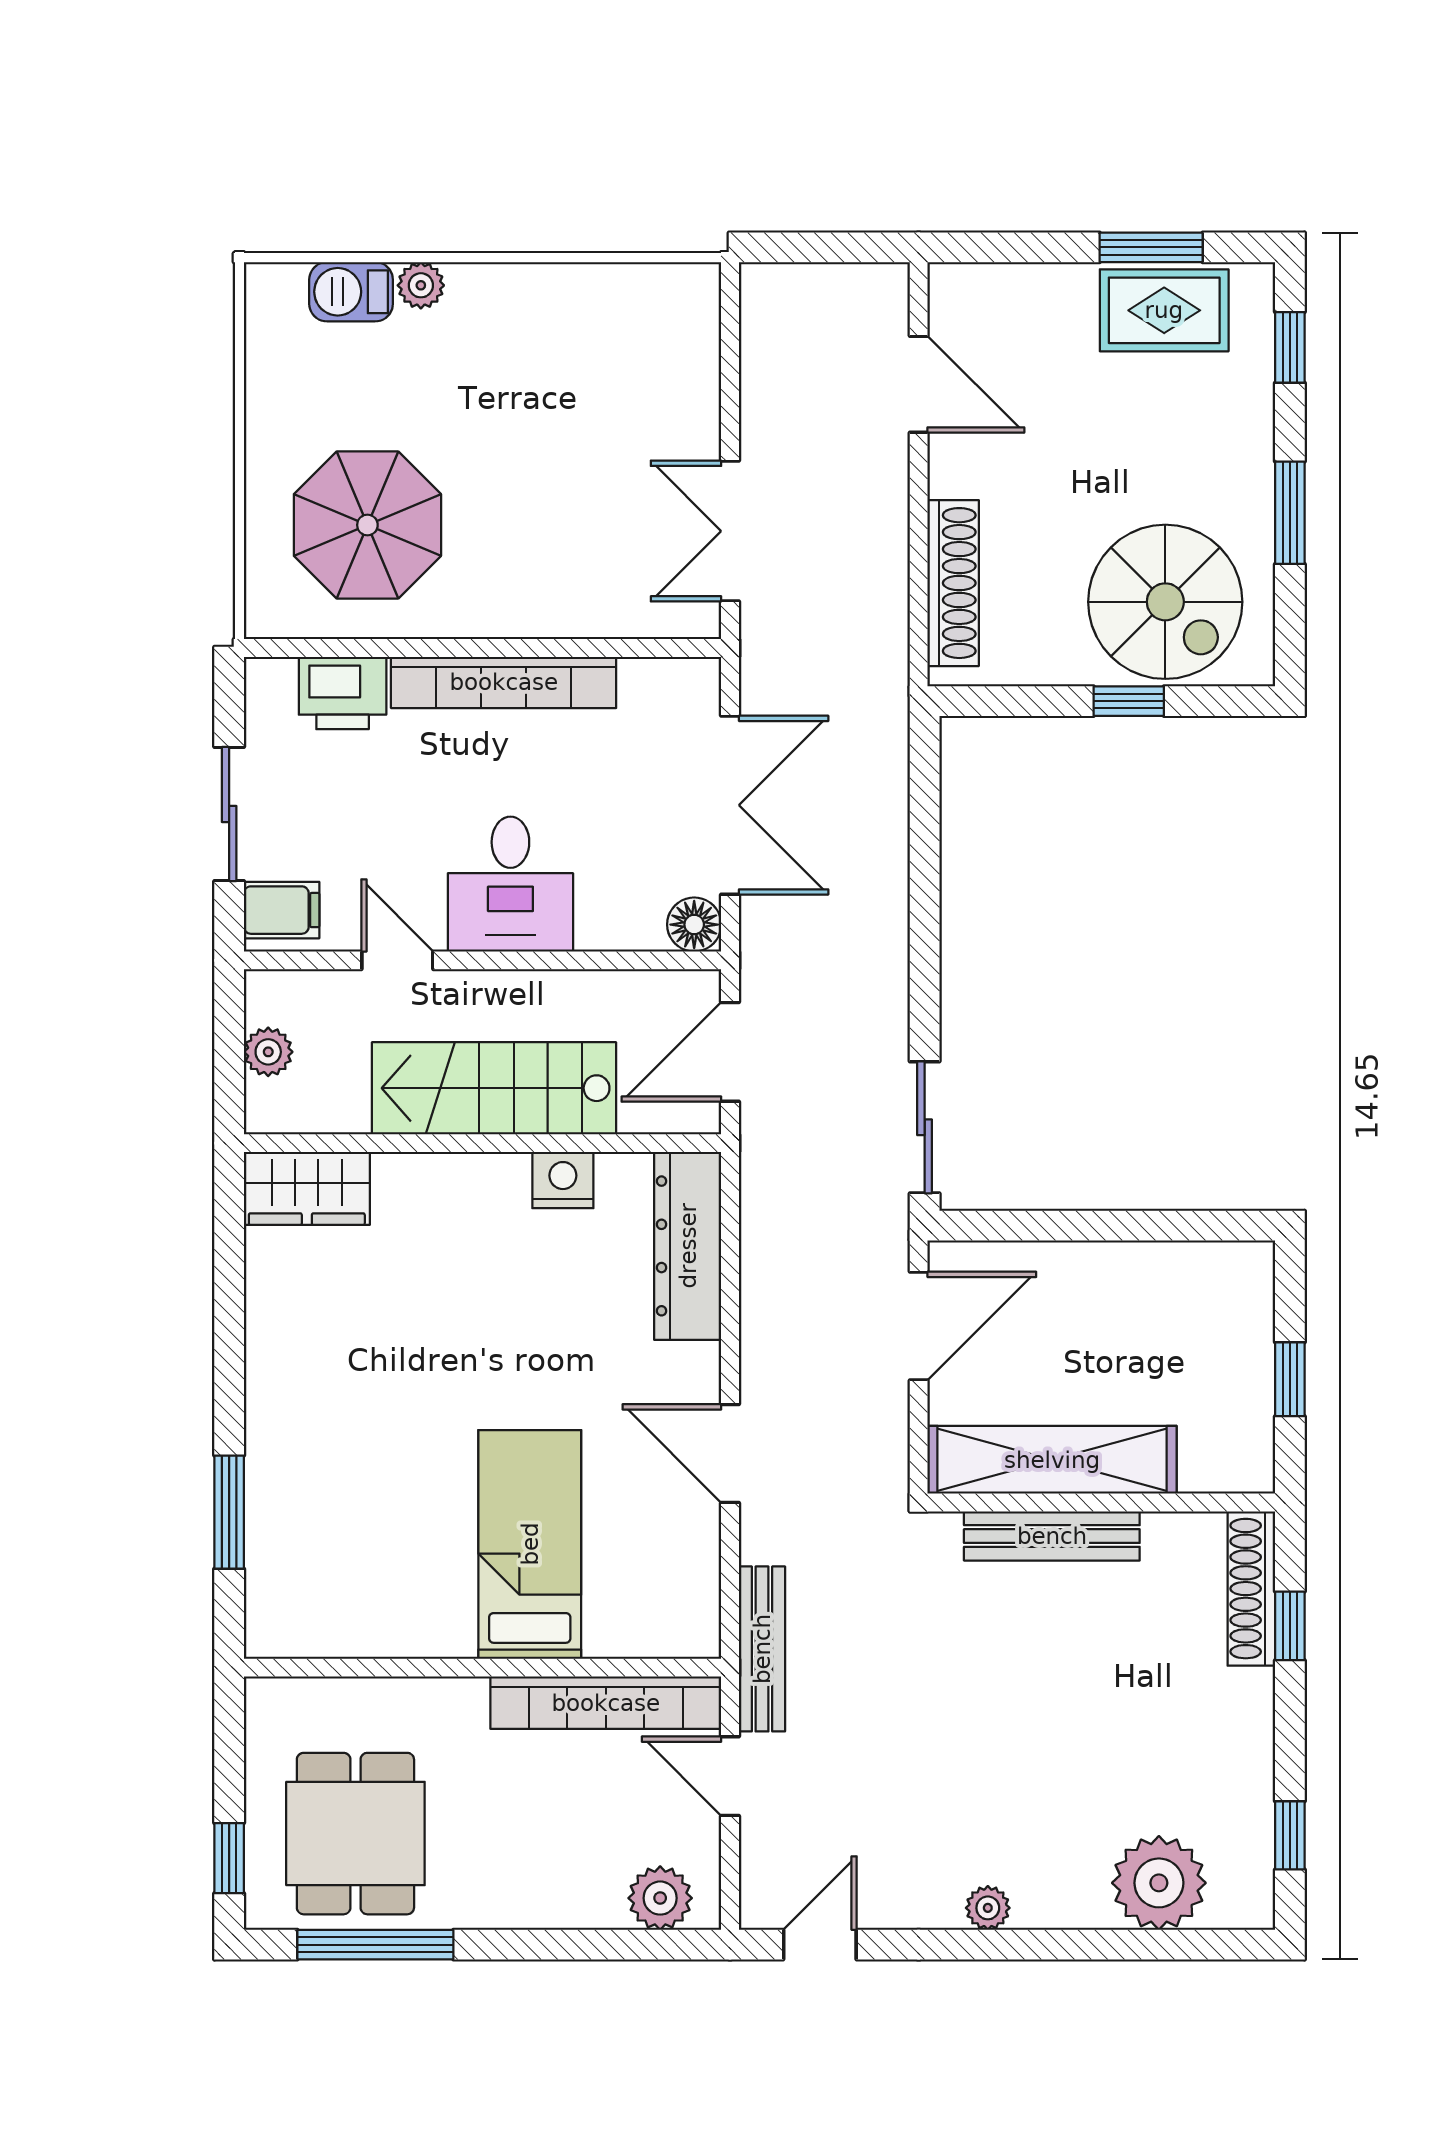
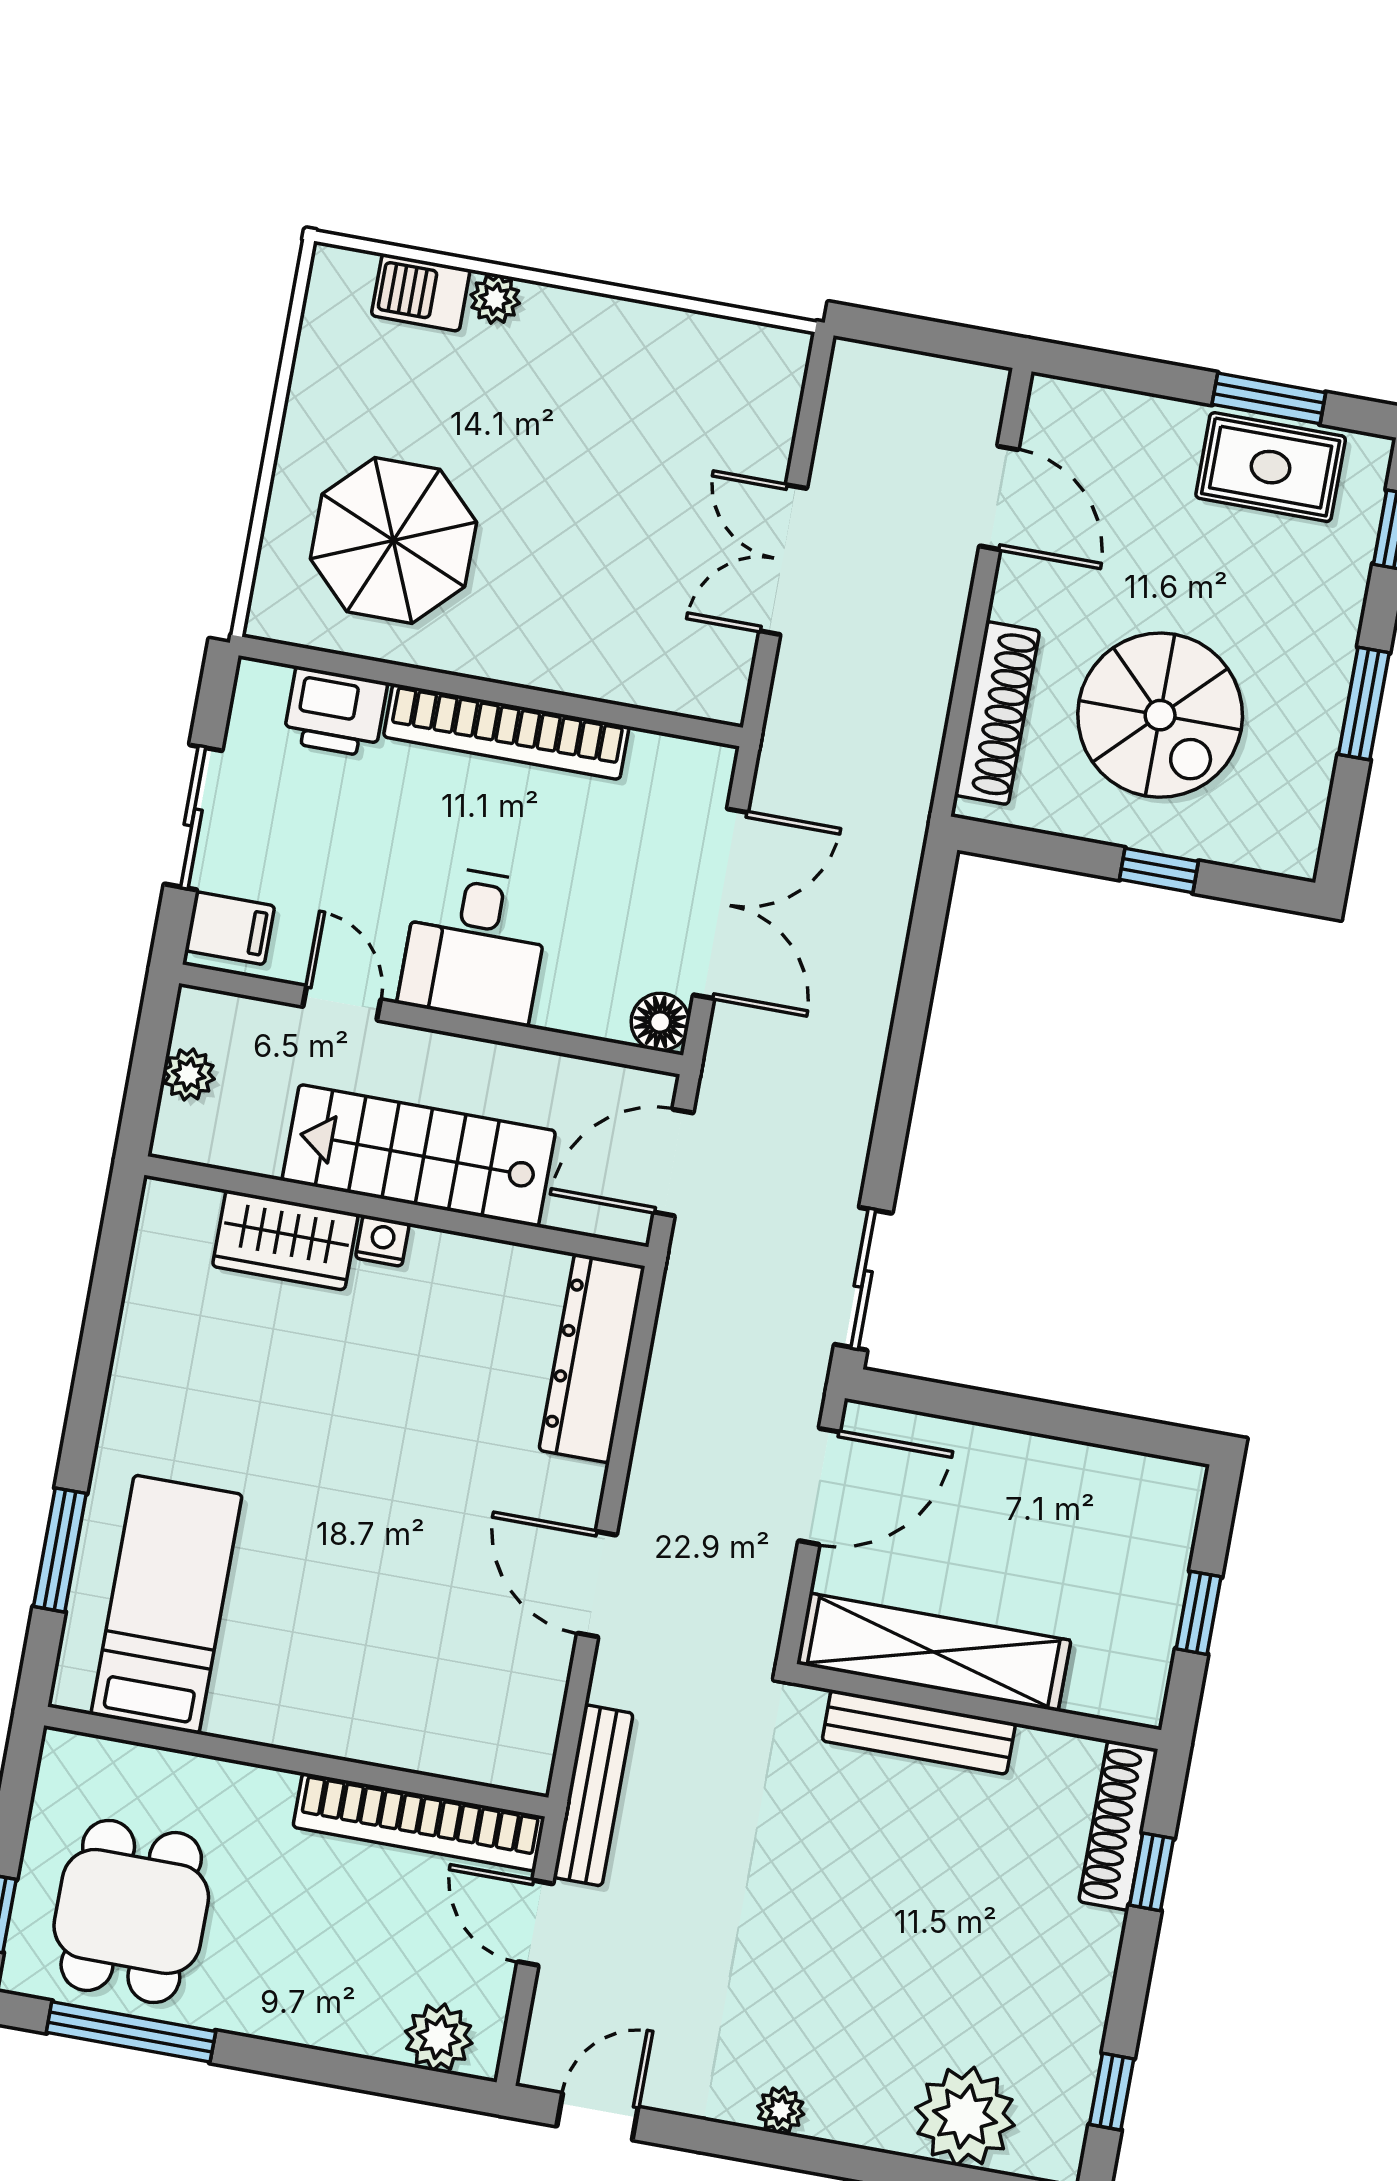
double door: (730, 531) -> (783, 560), moved
spiral stairs: (1165, 602) -> (1160, 715), moved
nightstand: (563, 1180) -> (382, 1241), moved, width x0.72, depth x0.74
wardrobe: (307, 1188) -> (285, 1240), moved
bed: (530, 1544) -> (167, 1604), moved

